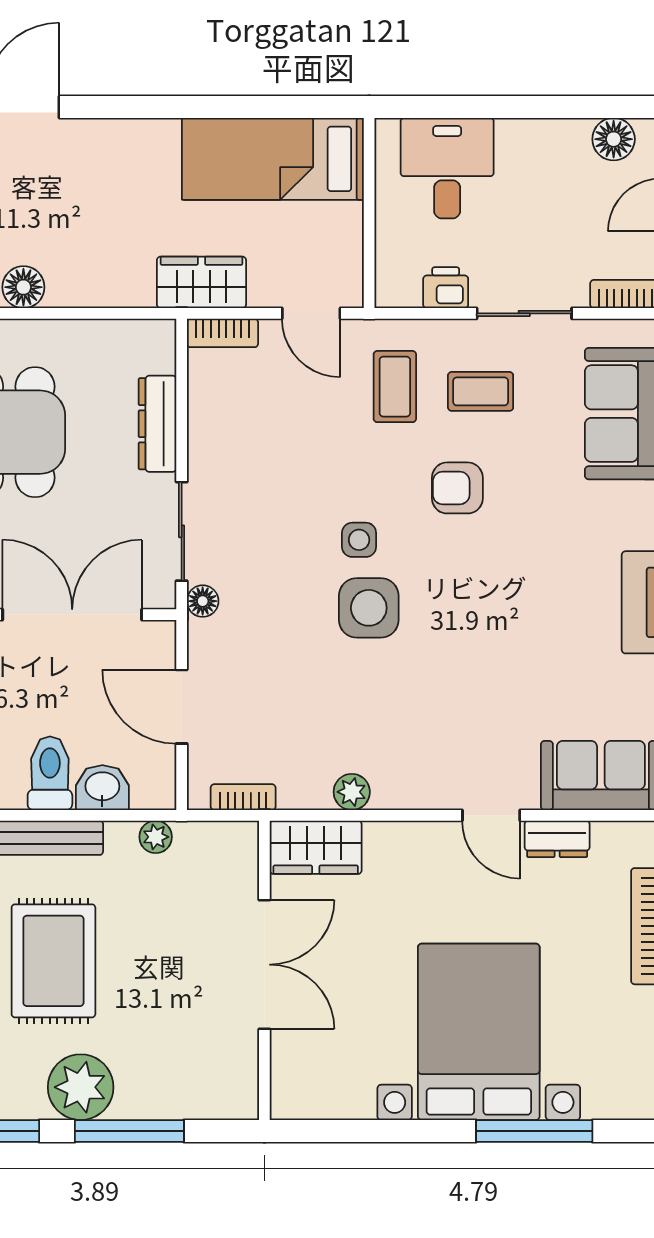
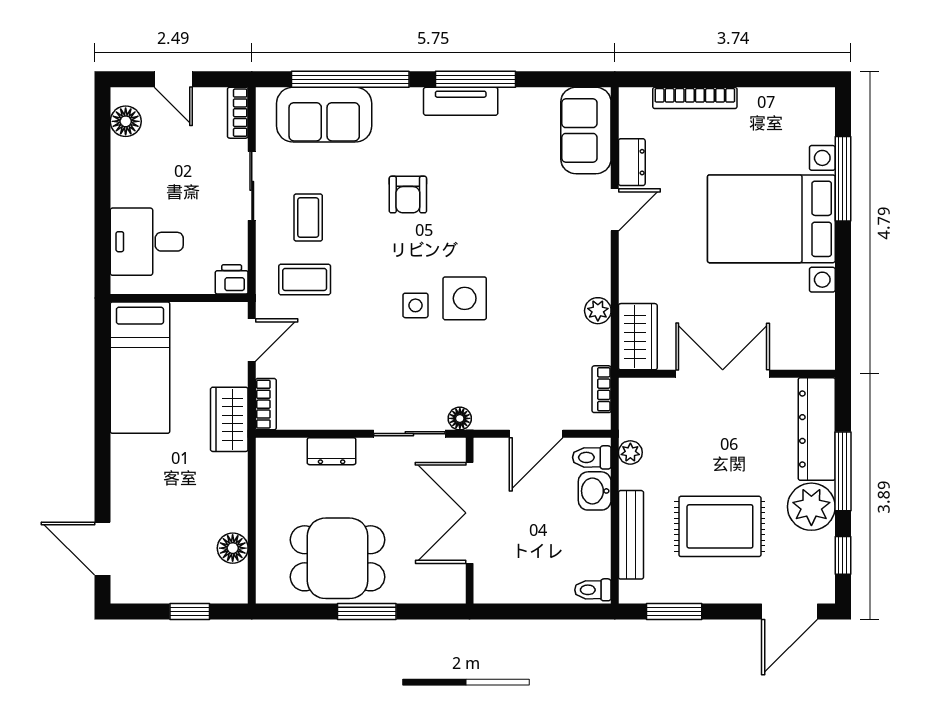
printer: (446, 288) -> (232, 279), moved, turned 90
dresser: (157, 424) -> (332, 451), width x0.70
armchair: (457, 488) -> (408, 195), moved
toilet: (50, 773) -> (592, 457), moved, width x0.73, depth x0.72
dresser: (188, 1095) -> (817, 429), added

